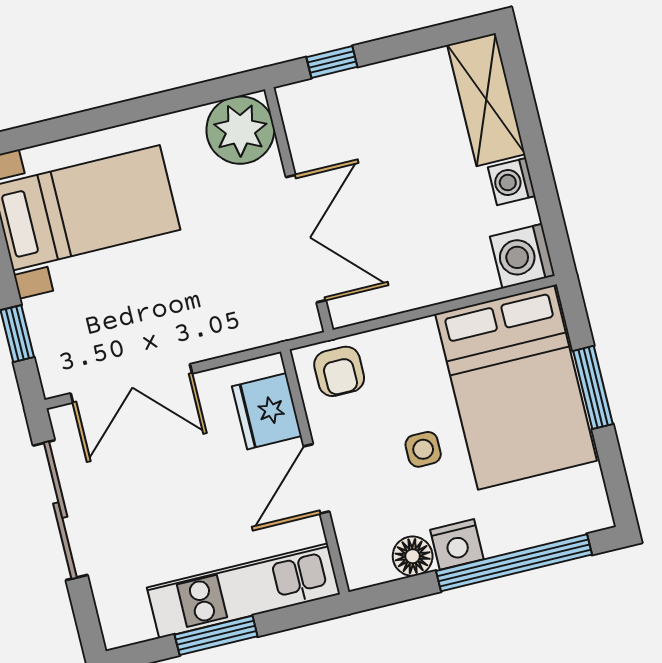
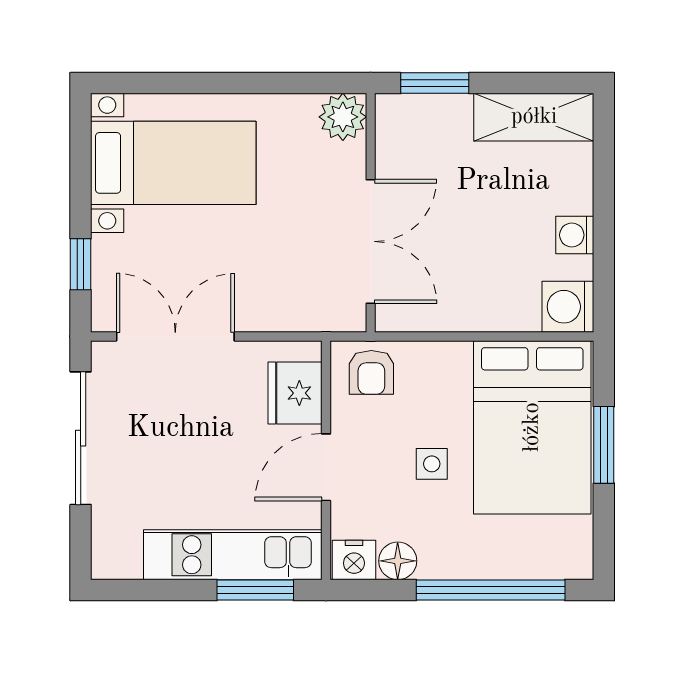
window: (332, 62) -> (435, 83), width x1.50
shelving: (486, 100) -> (534, 117), moved, turned 90
plant: (240, 130) -> (343, 117), width x0.73, depth x0.73
double door: (131, 383) -> (175, 337), swing flipped
nightstand: (457, 544) -> (354, 560), moved
window: (216, 635) -> (255, 590), moved

